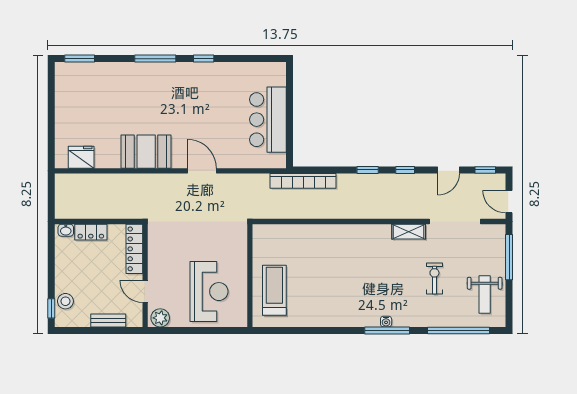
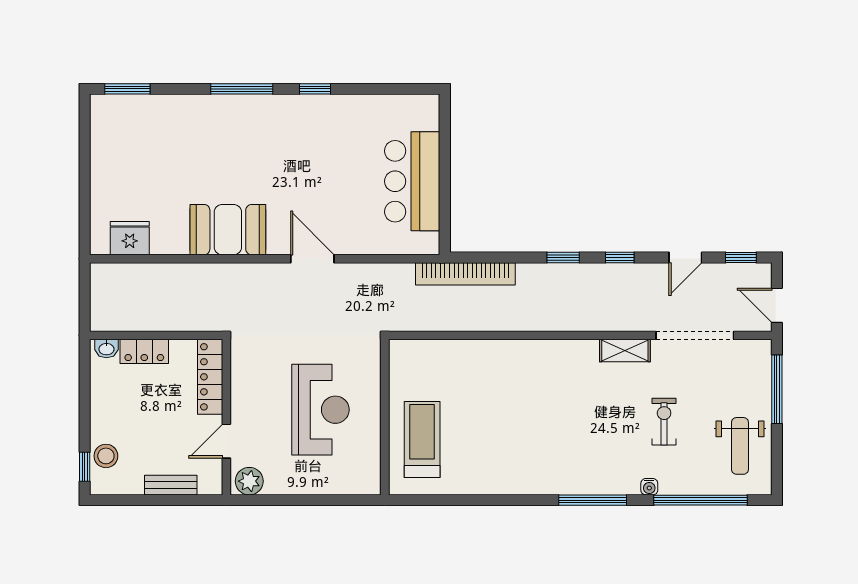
door: (145, 291) -> (226, 441), hinge flipped
reception desk: (209, 292) -> (320, 410), moved
water cooler: (386, 322) -> (649, 487), moved

